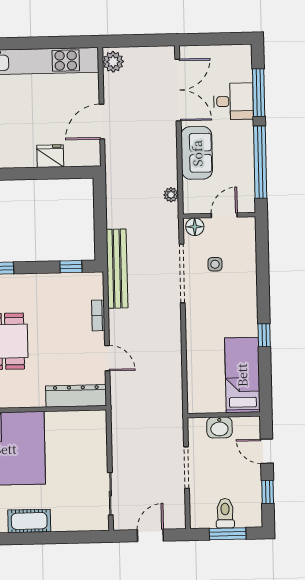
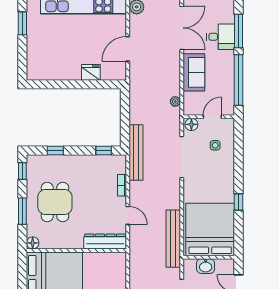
side table: (215, 264) -> (215, 145), moved
bed: (242, 375) -> (210, 229), width x2.04
bench: (173, 389) -> (173, 239), added

